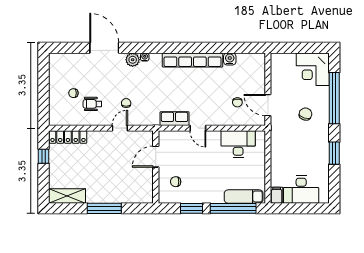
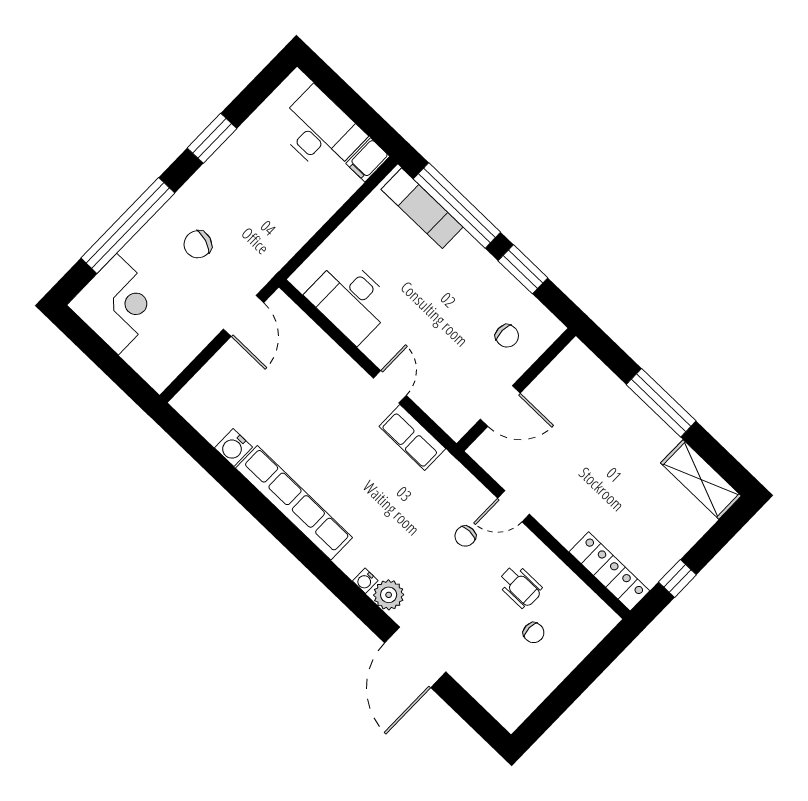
chair: (237, 102) -> (288, 367), removed

